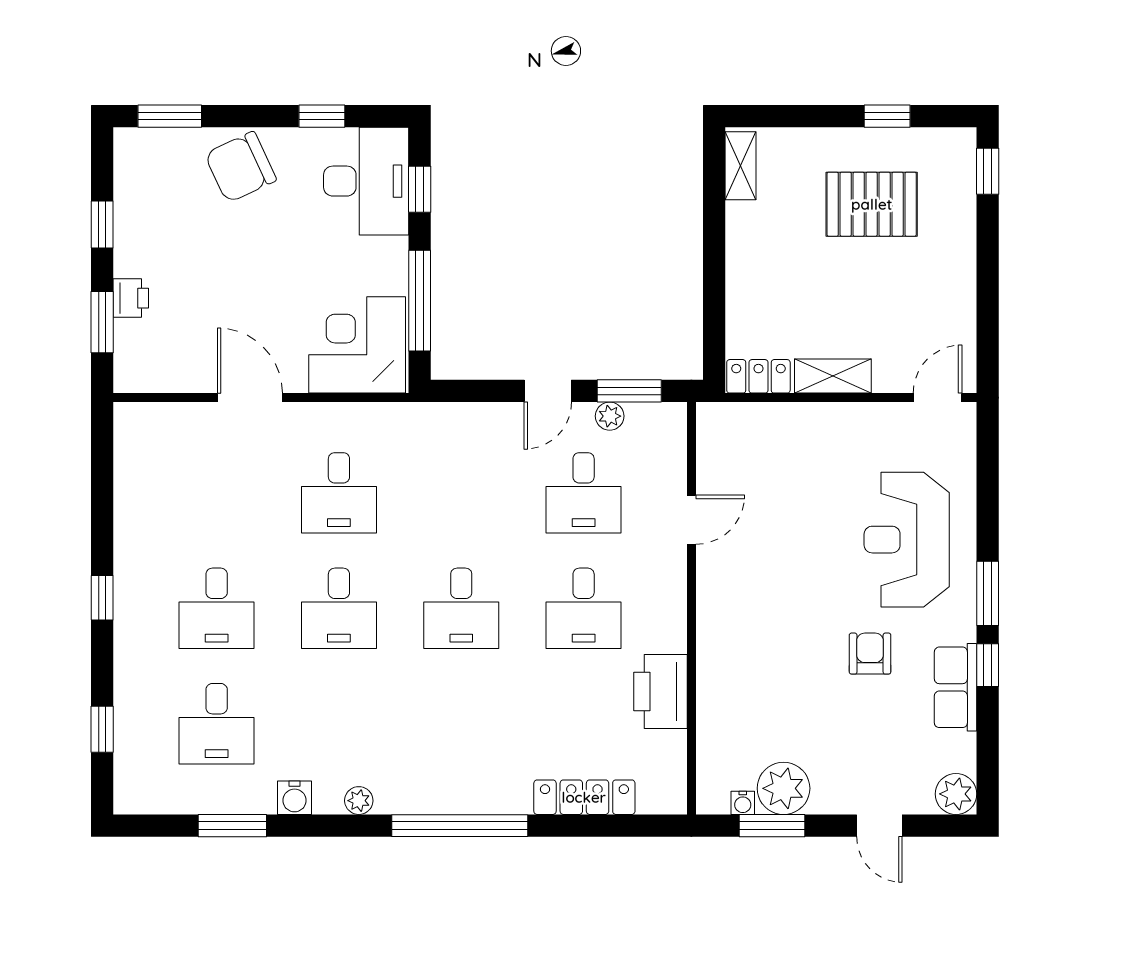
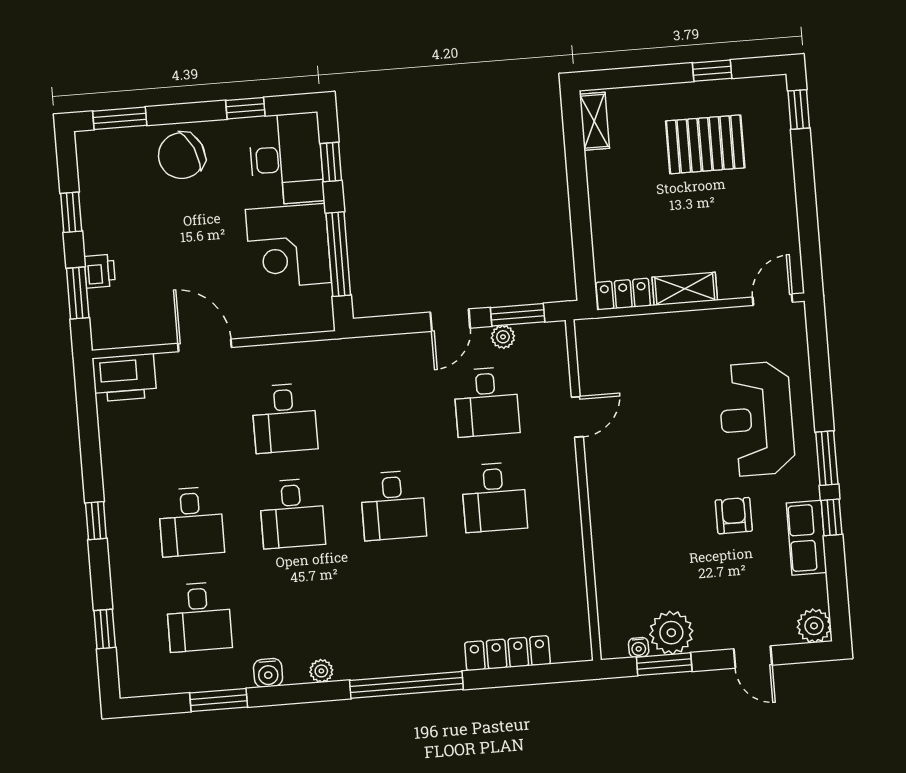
corner desk: (357, 345) -> (288, 246), moved, turned -90
printer: (660, 691) -> (124, 378), moved, turned -90

